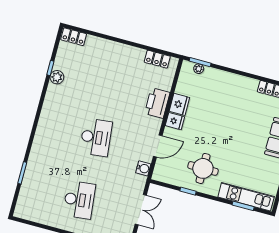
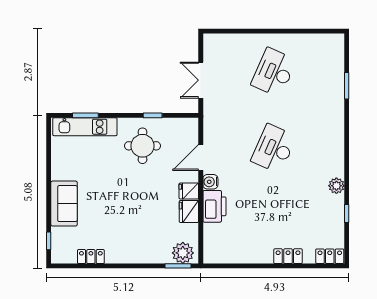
locker: (157, 59) -> (288, 256), moved
plant: (199, 69) -> (183, 253), width x1.88, depth x1.88
plant: (57, 77) -> (336, 186), moved
desk: (96, 137) -> (274, 149), turned 30
water cooler: (143, 168) -> (210, 182), moved
desk: (79, 200) -> (274, 72), turned 30

